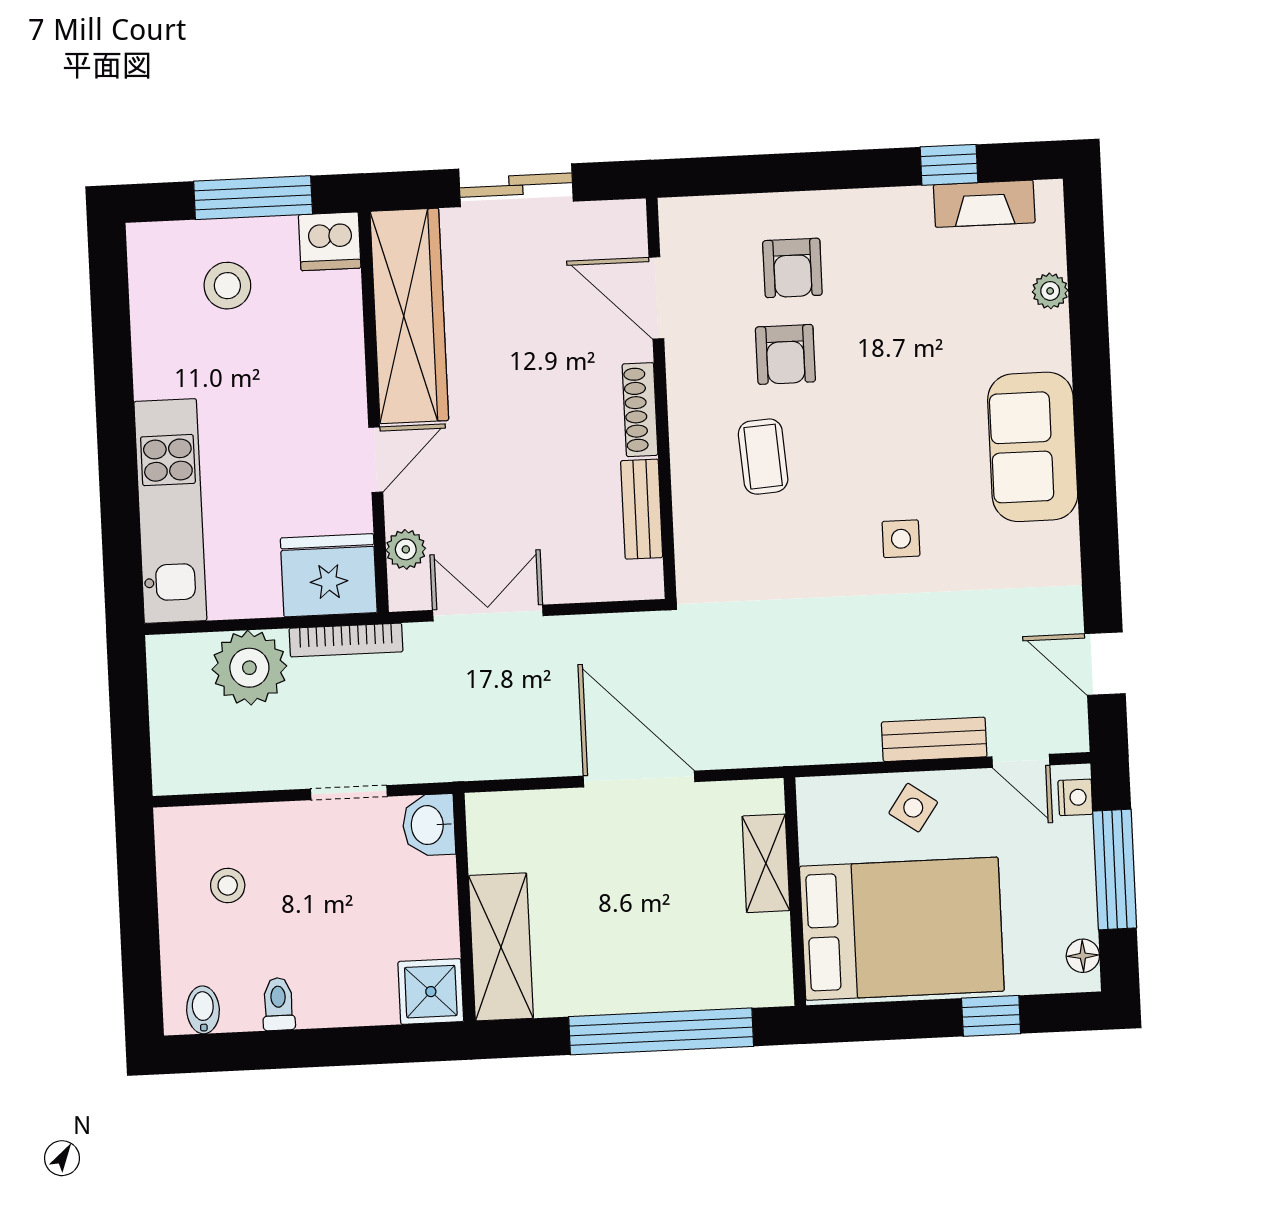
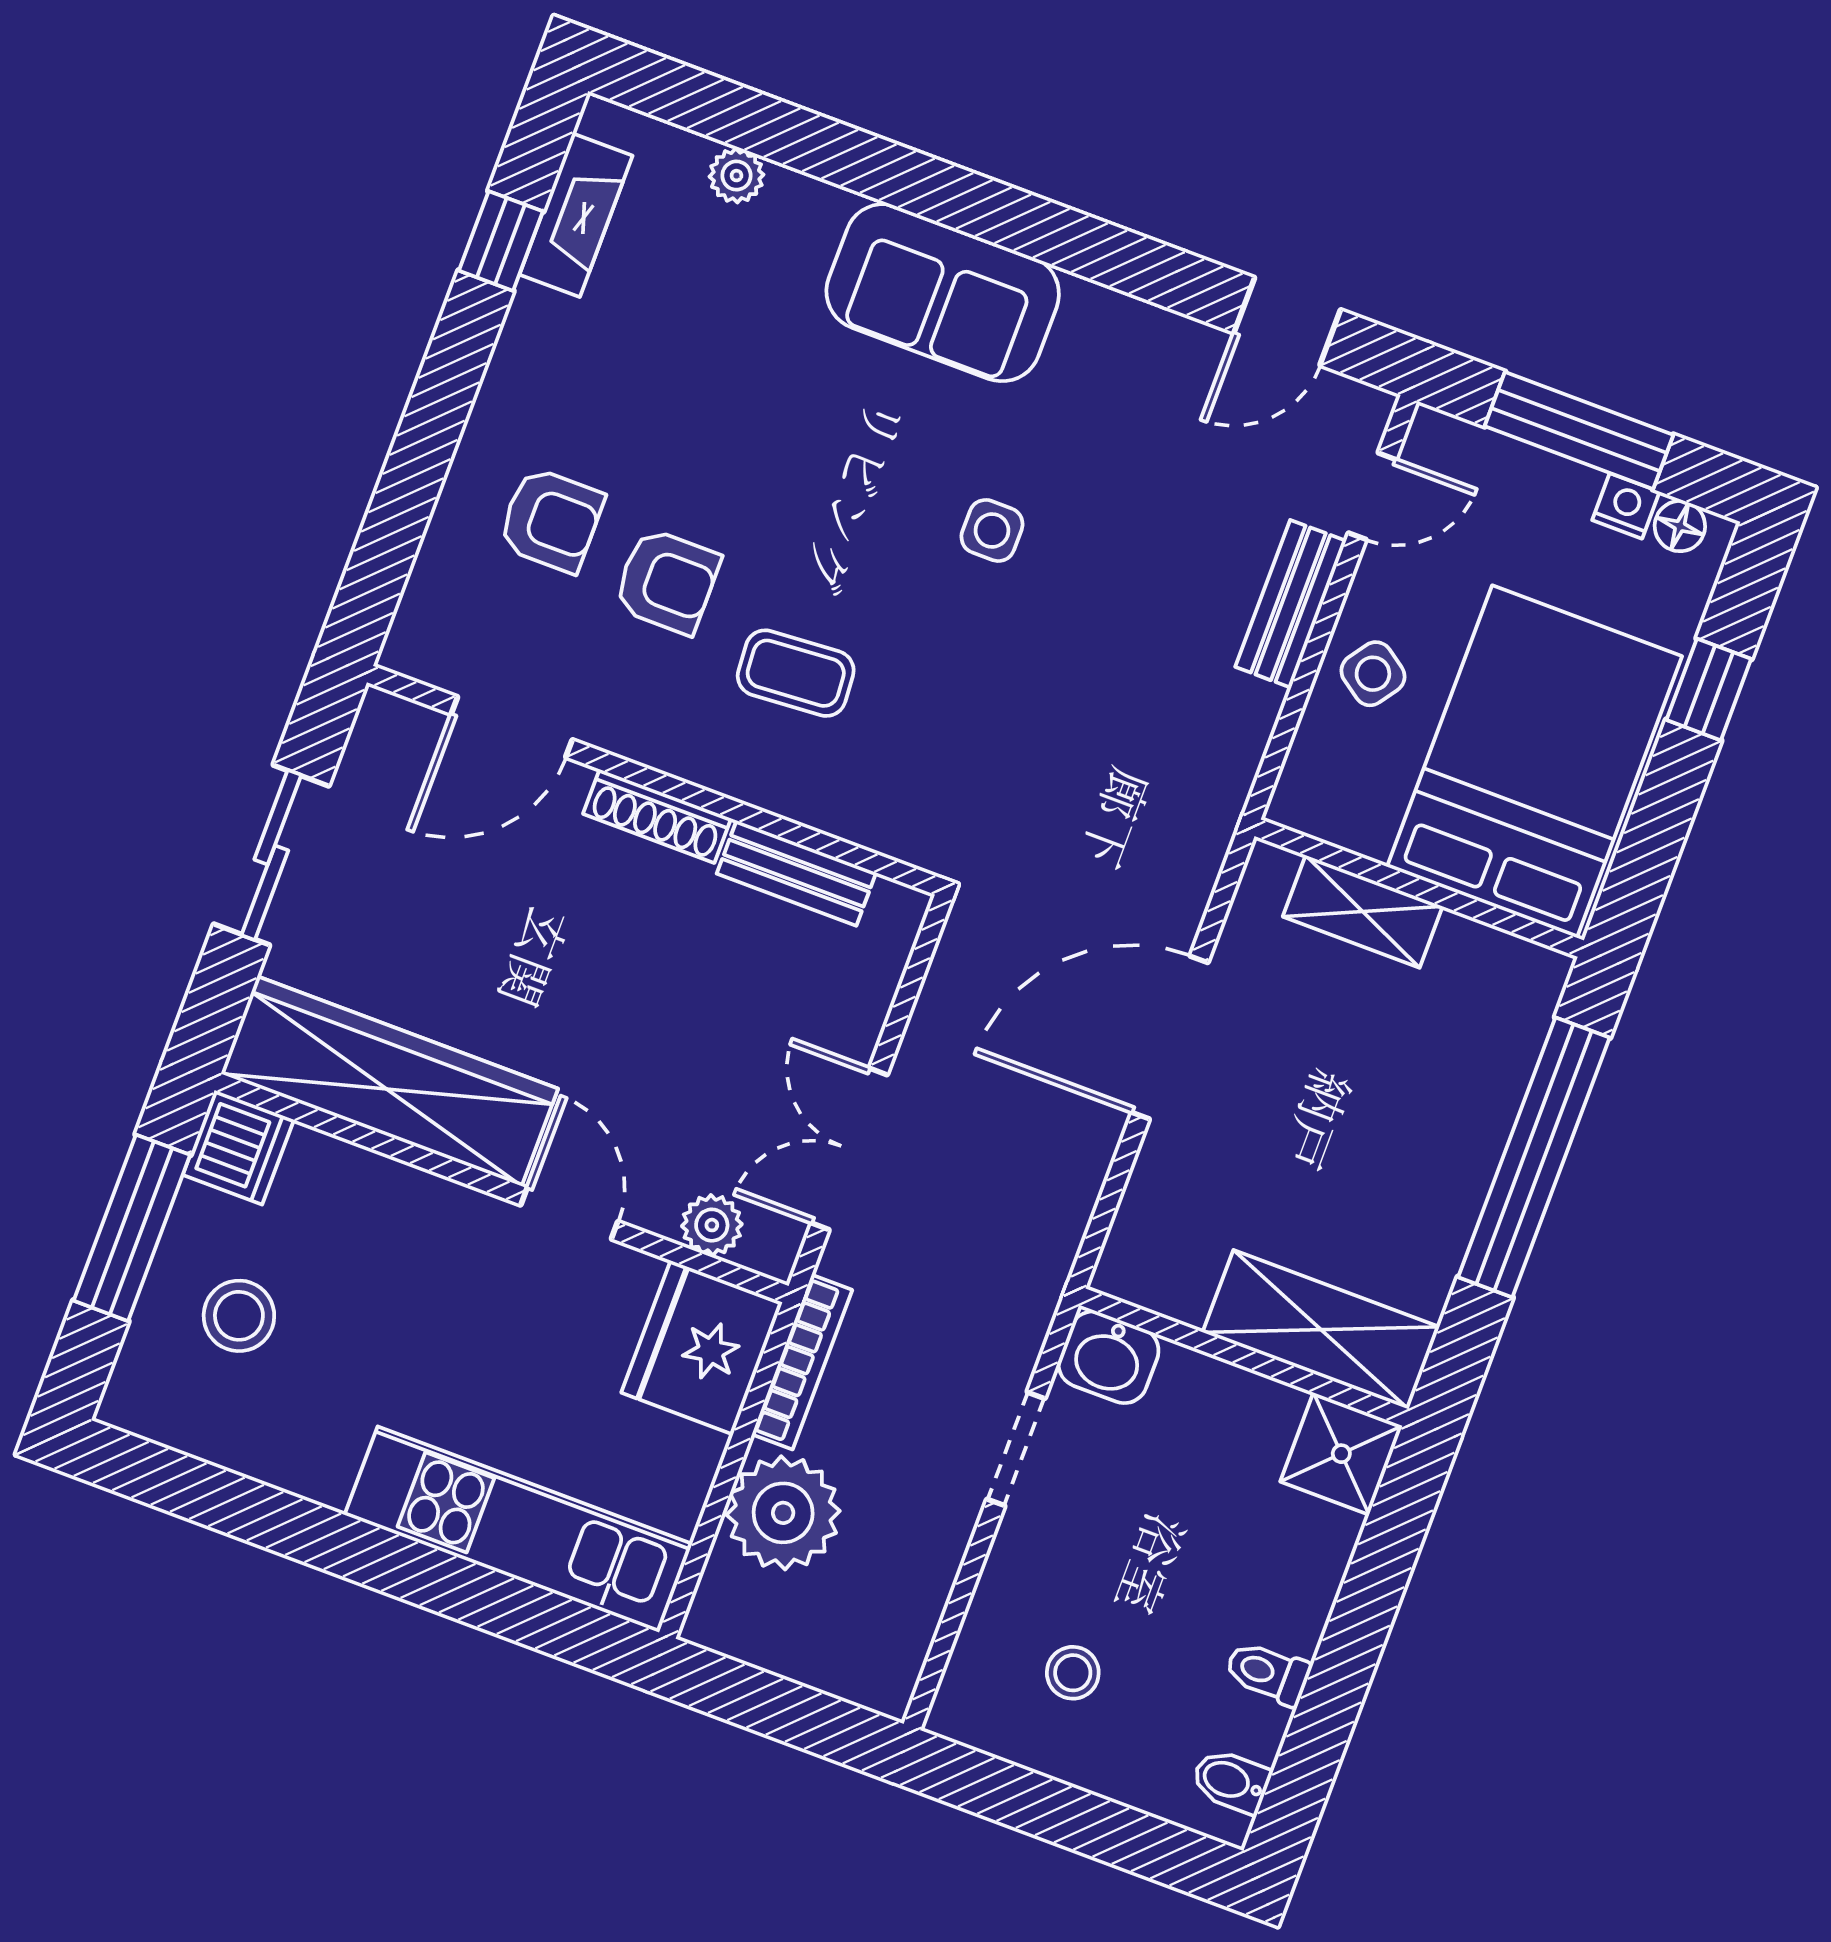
nightstand: (1075, 797) -> (1626, 506), moved

